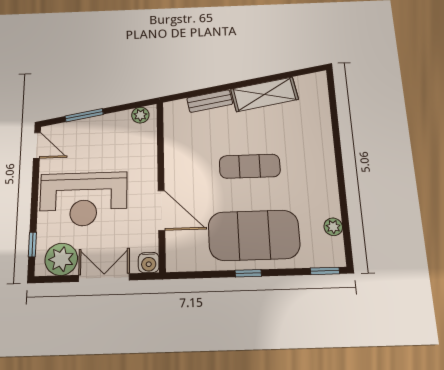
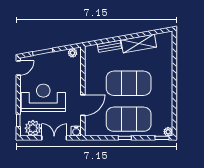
door: (37, 145) -> (18, 68), hinge flipped
exercise mat: (250, 166) -> (129, 83), width x2.00, depth x1.45
reception desk: (84, 199) -> (43, 98), turned 180
door: (161, 210) -> (83, 105), hinge flipped
plant: (333, 227) -> (168, 132), moved

